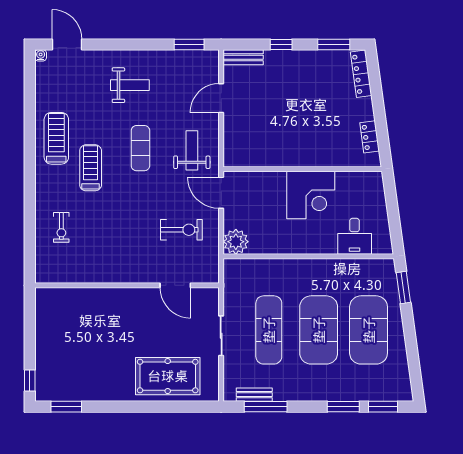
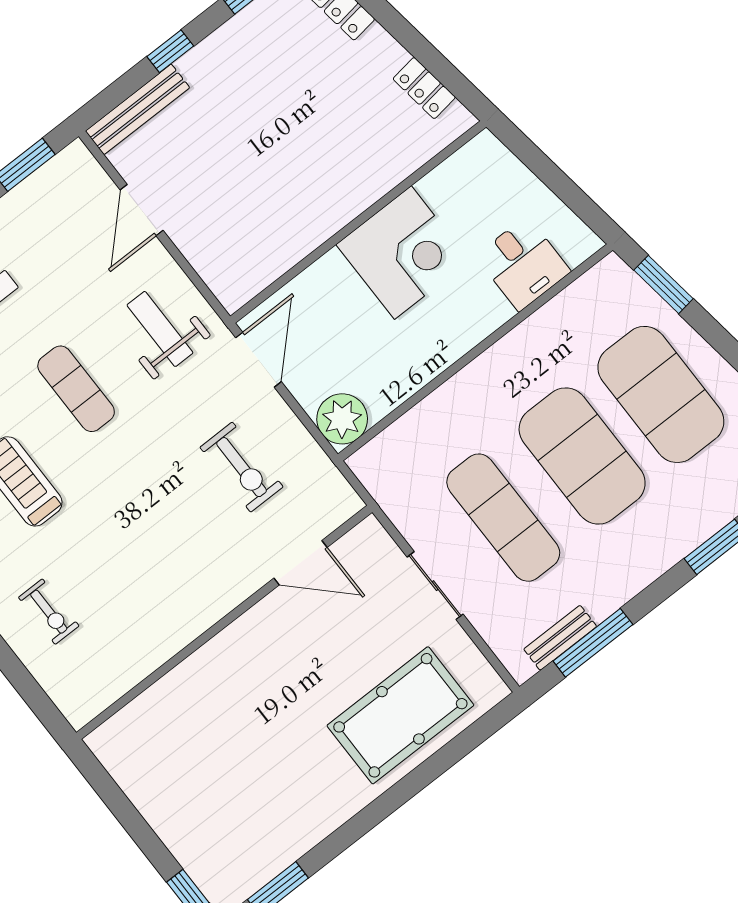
bench: (243, 57) -> (137, 109), width x1.36
door: (221, 193) -> (259, 360), swing flipped
exercise bike: (181, 230) -> (242, 467), turned 90

